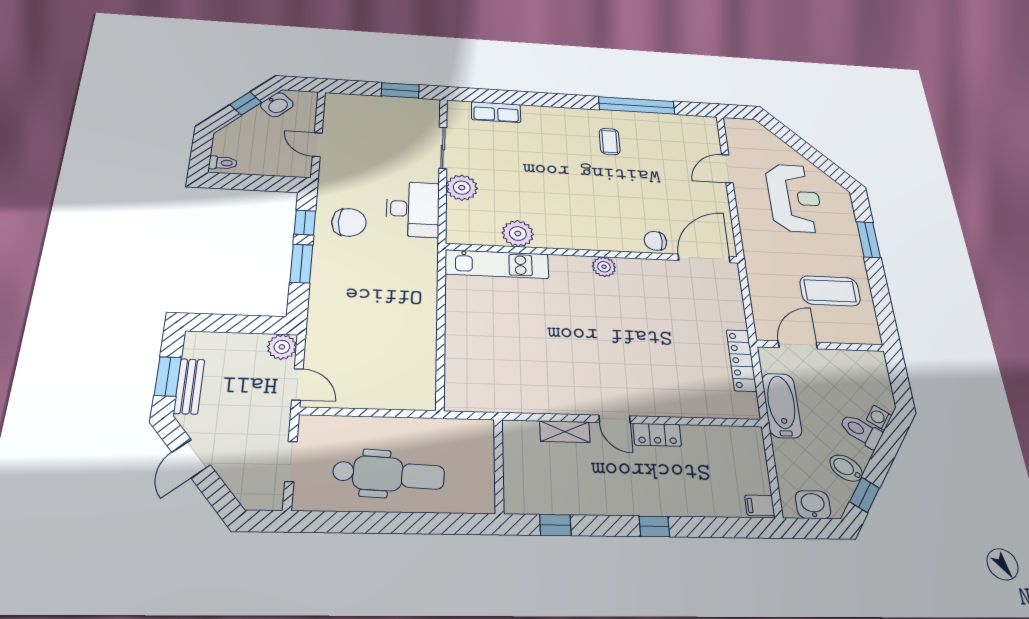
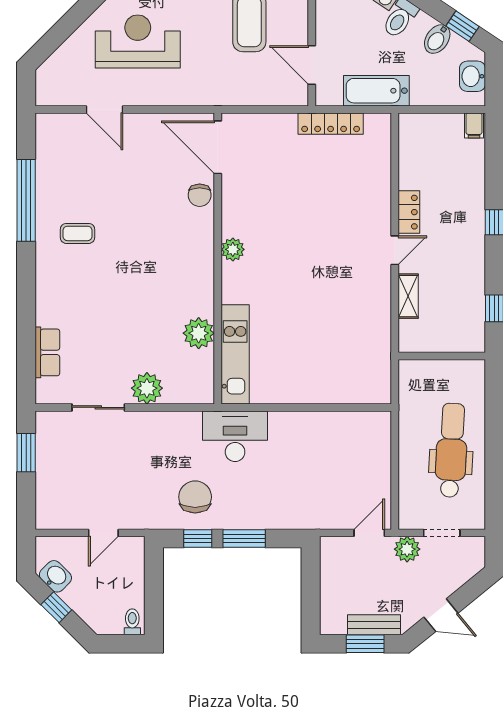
desk: (413, 209) -> (235, 436), moved
plant: (282, 347) -> (407, 549), moved

